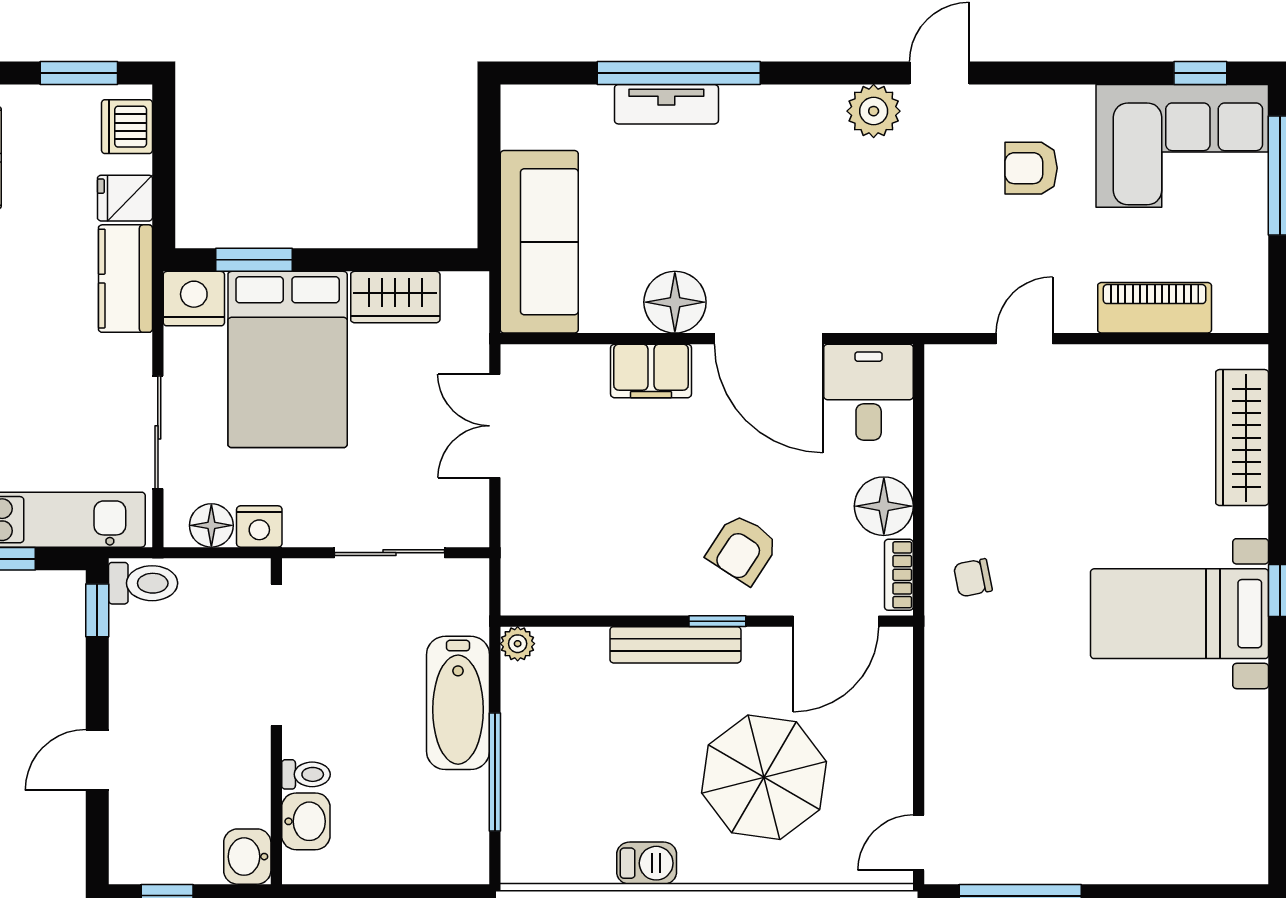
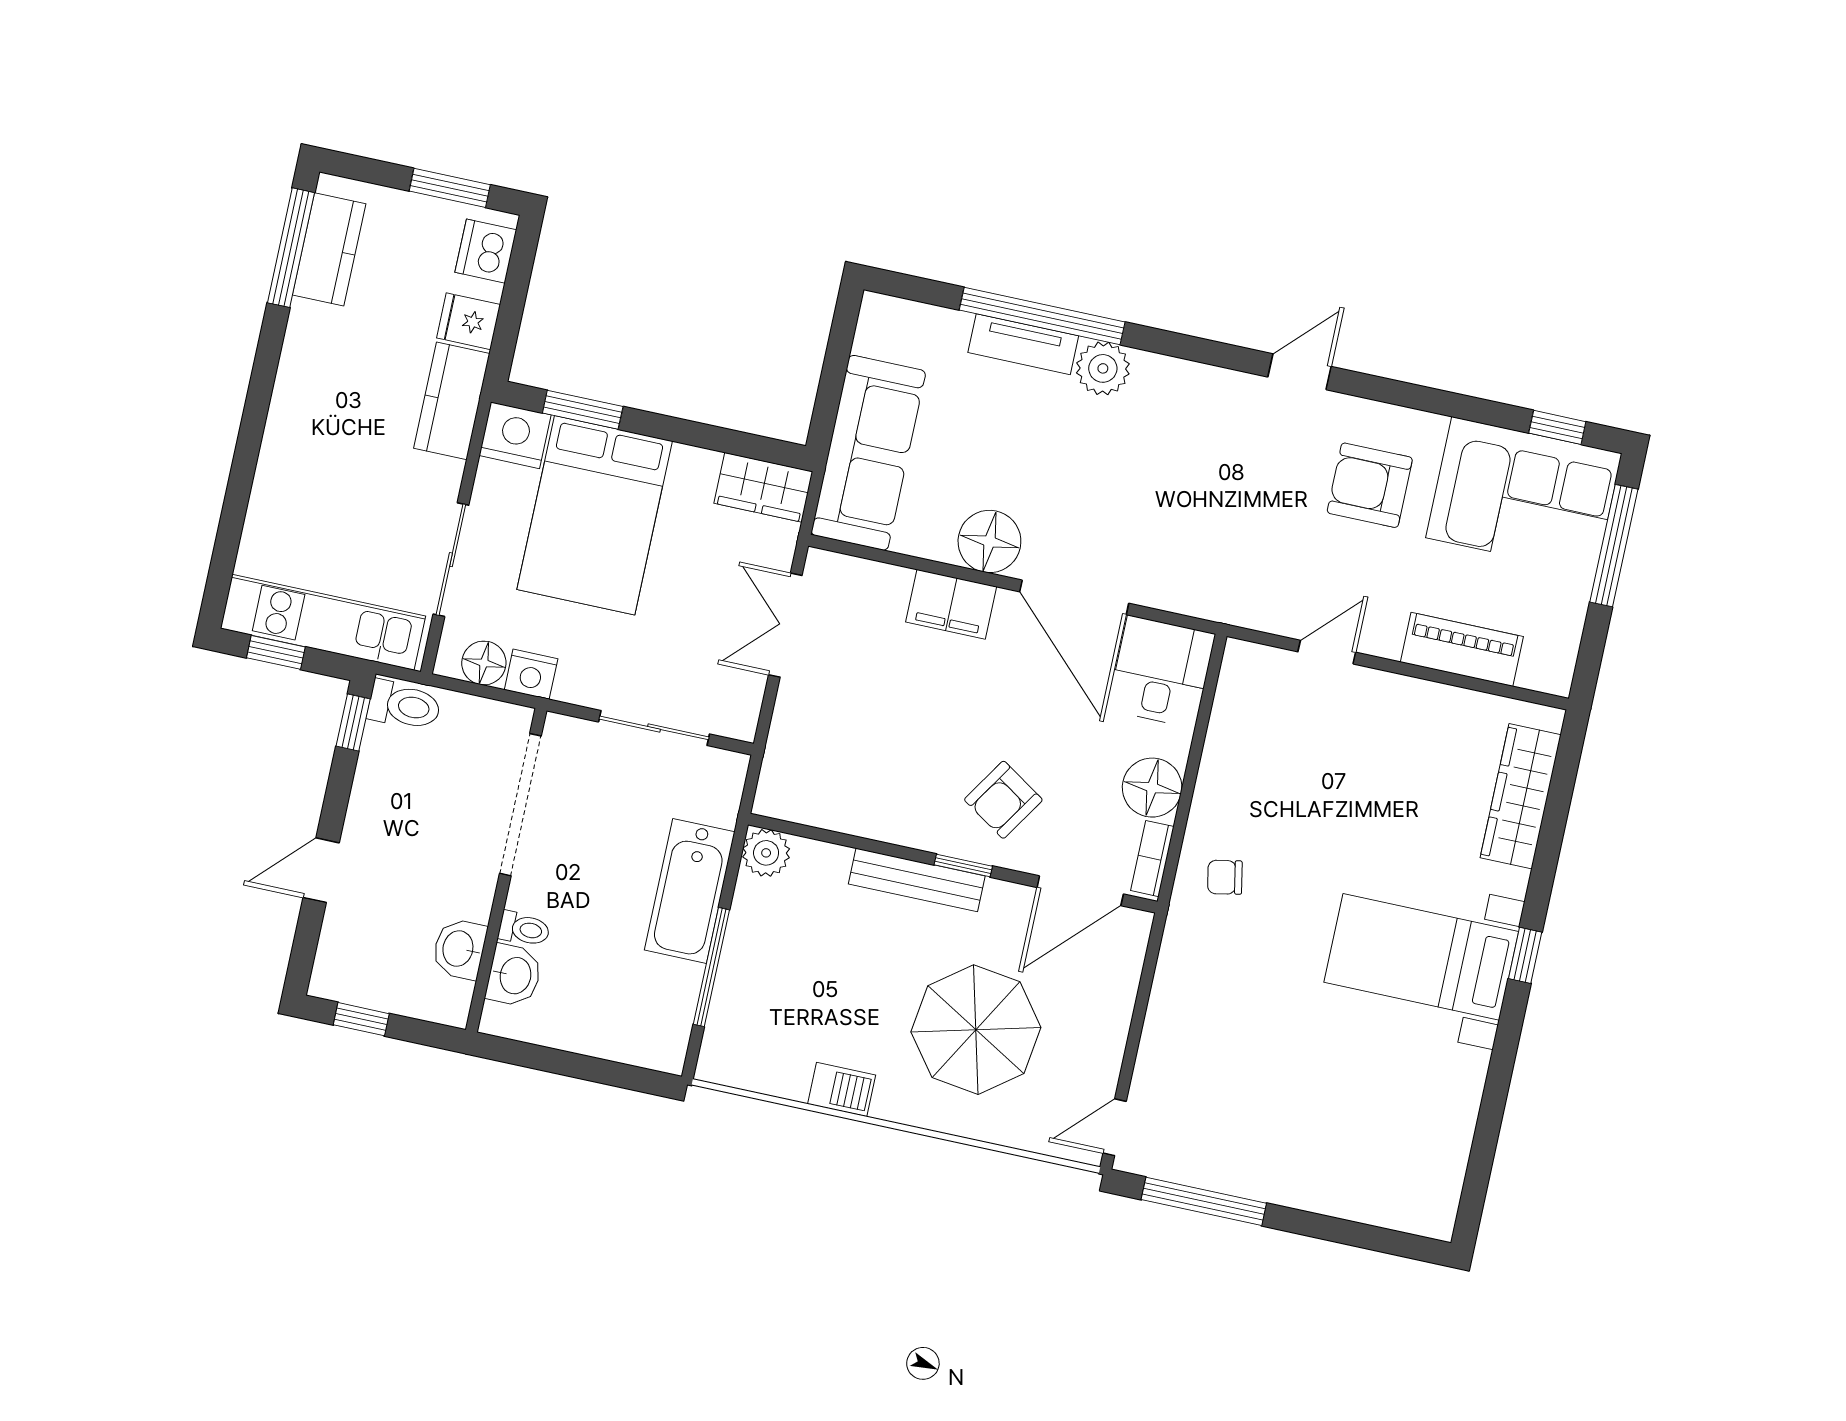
plant: (874, 111) -> (1103, 368), moved
armchair: (1031, 168) -> (1370, 485), width x1.38, depth x1.38
wardrobe: (395, 297) -> (763, 487), moved
plant: (518, 644) -> (766, 853), width x1.38, depth x1.38
washbasin: (247, 857) -> (459, 949), moved

